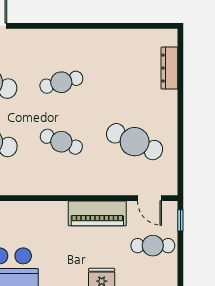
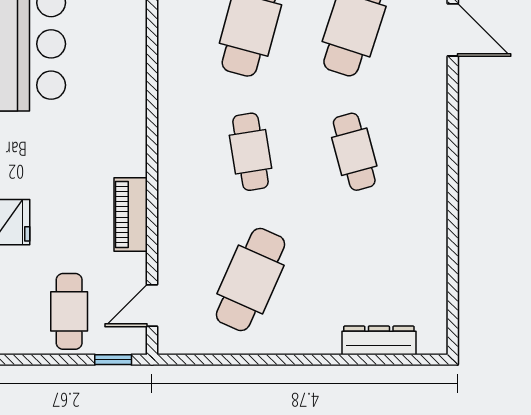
cafe table: (61, 142) -> (250, 152), turned -30
piano: (97, 213) -> (131, 215), width x0.73, depth x0.75

